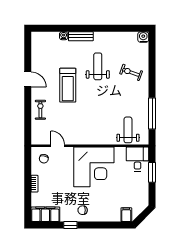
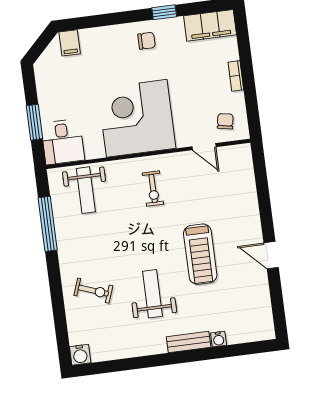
weight bench: (98, 66) -> (152, 294), turned 180
treadmill: (68, 85) -> (200, 254), turned 180
exercise bike: (40, 110) -> (153, 189), moved

